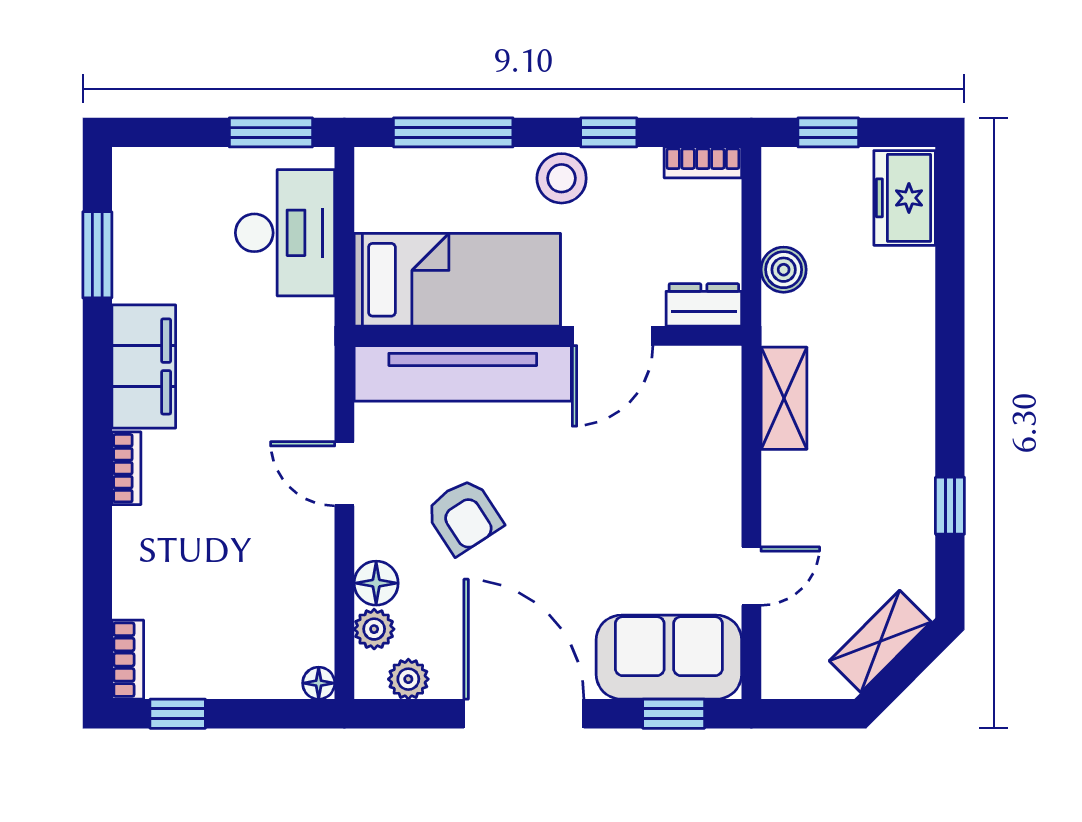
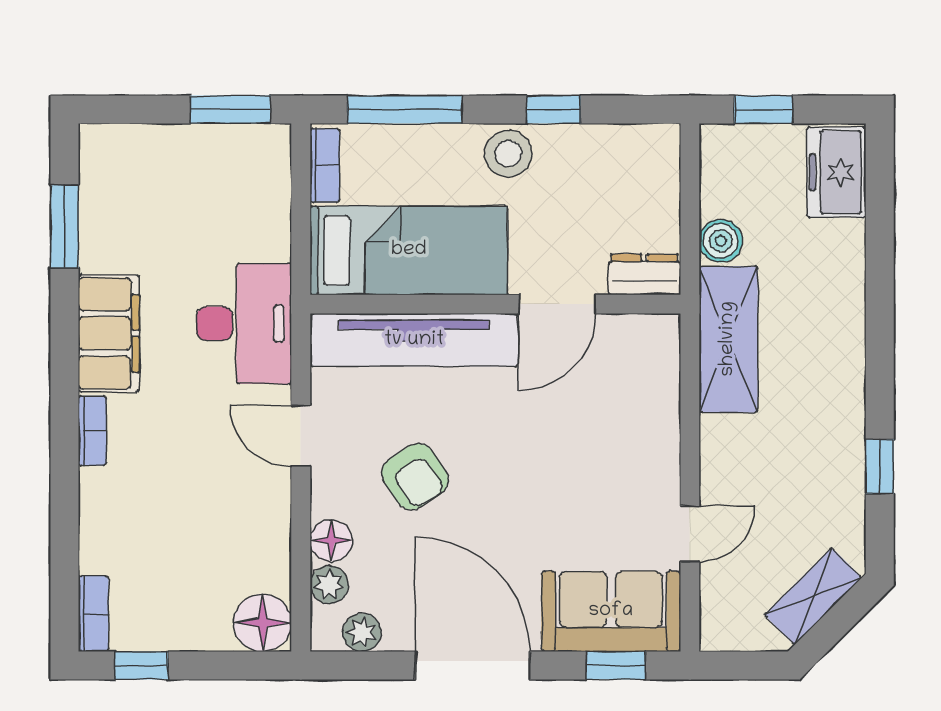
bookcase: (703, 162) -> (325, 165), moved, turned -90
desk: (285, 233) -> (244, 324), moved
shelving: (784, 398) -> (728, 339), width x1.50, depth x1.33
floor lamp: (319, 683) -> (263, 623), width x1.89, depth x1.89

